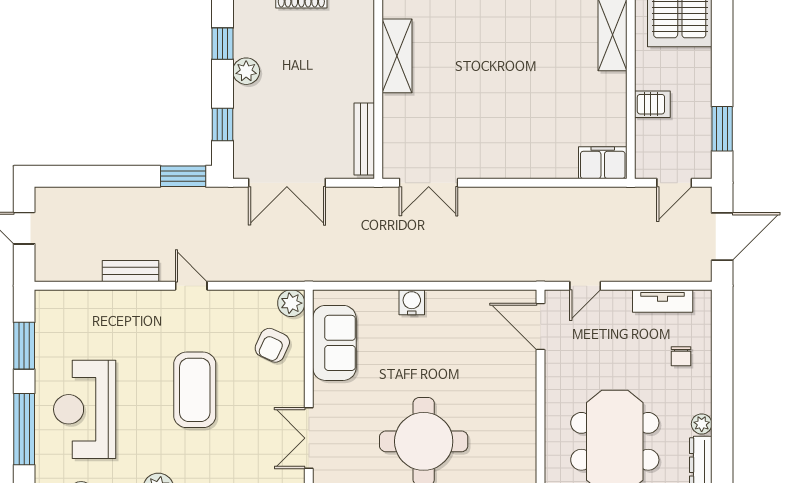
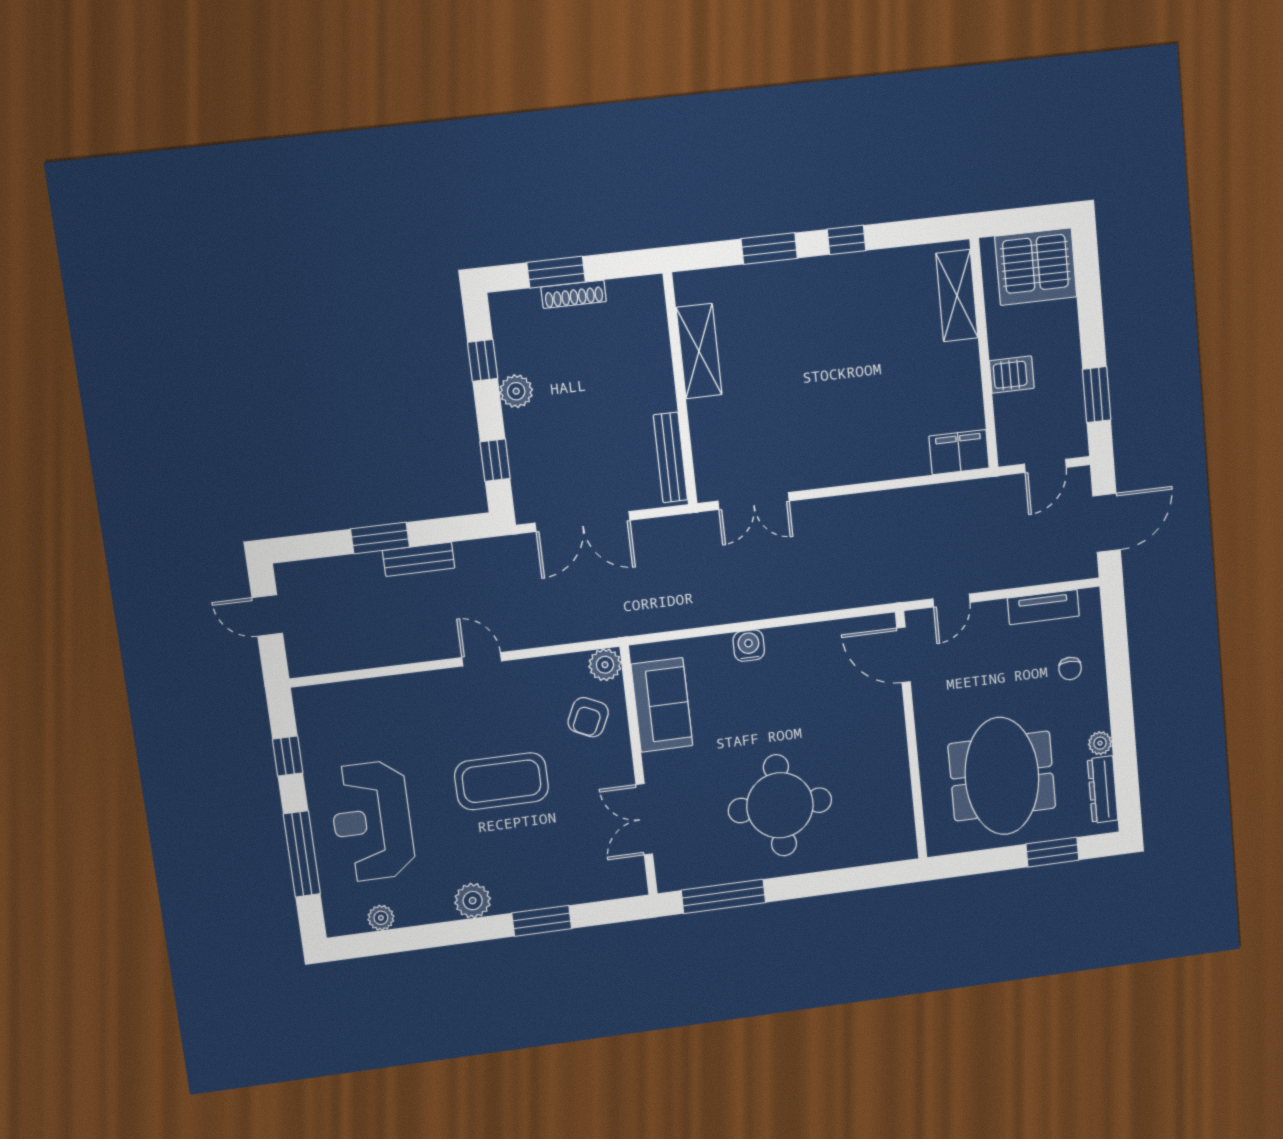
window: (183, 176) -> (380, 538), moved
bench: (130, 271) -> (419, 559), moved
window: (24, 346) -> (288, 756), width x0.67
coffee table: (195, 390) -> (502, 781), turned 90

